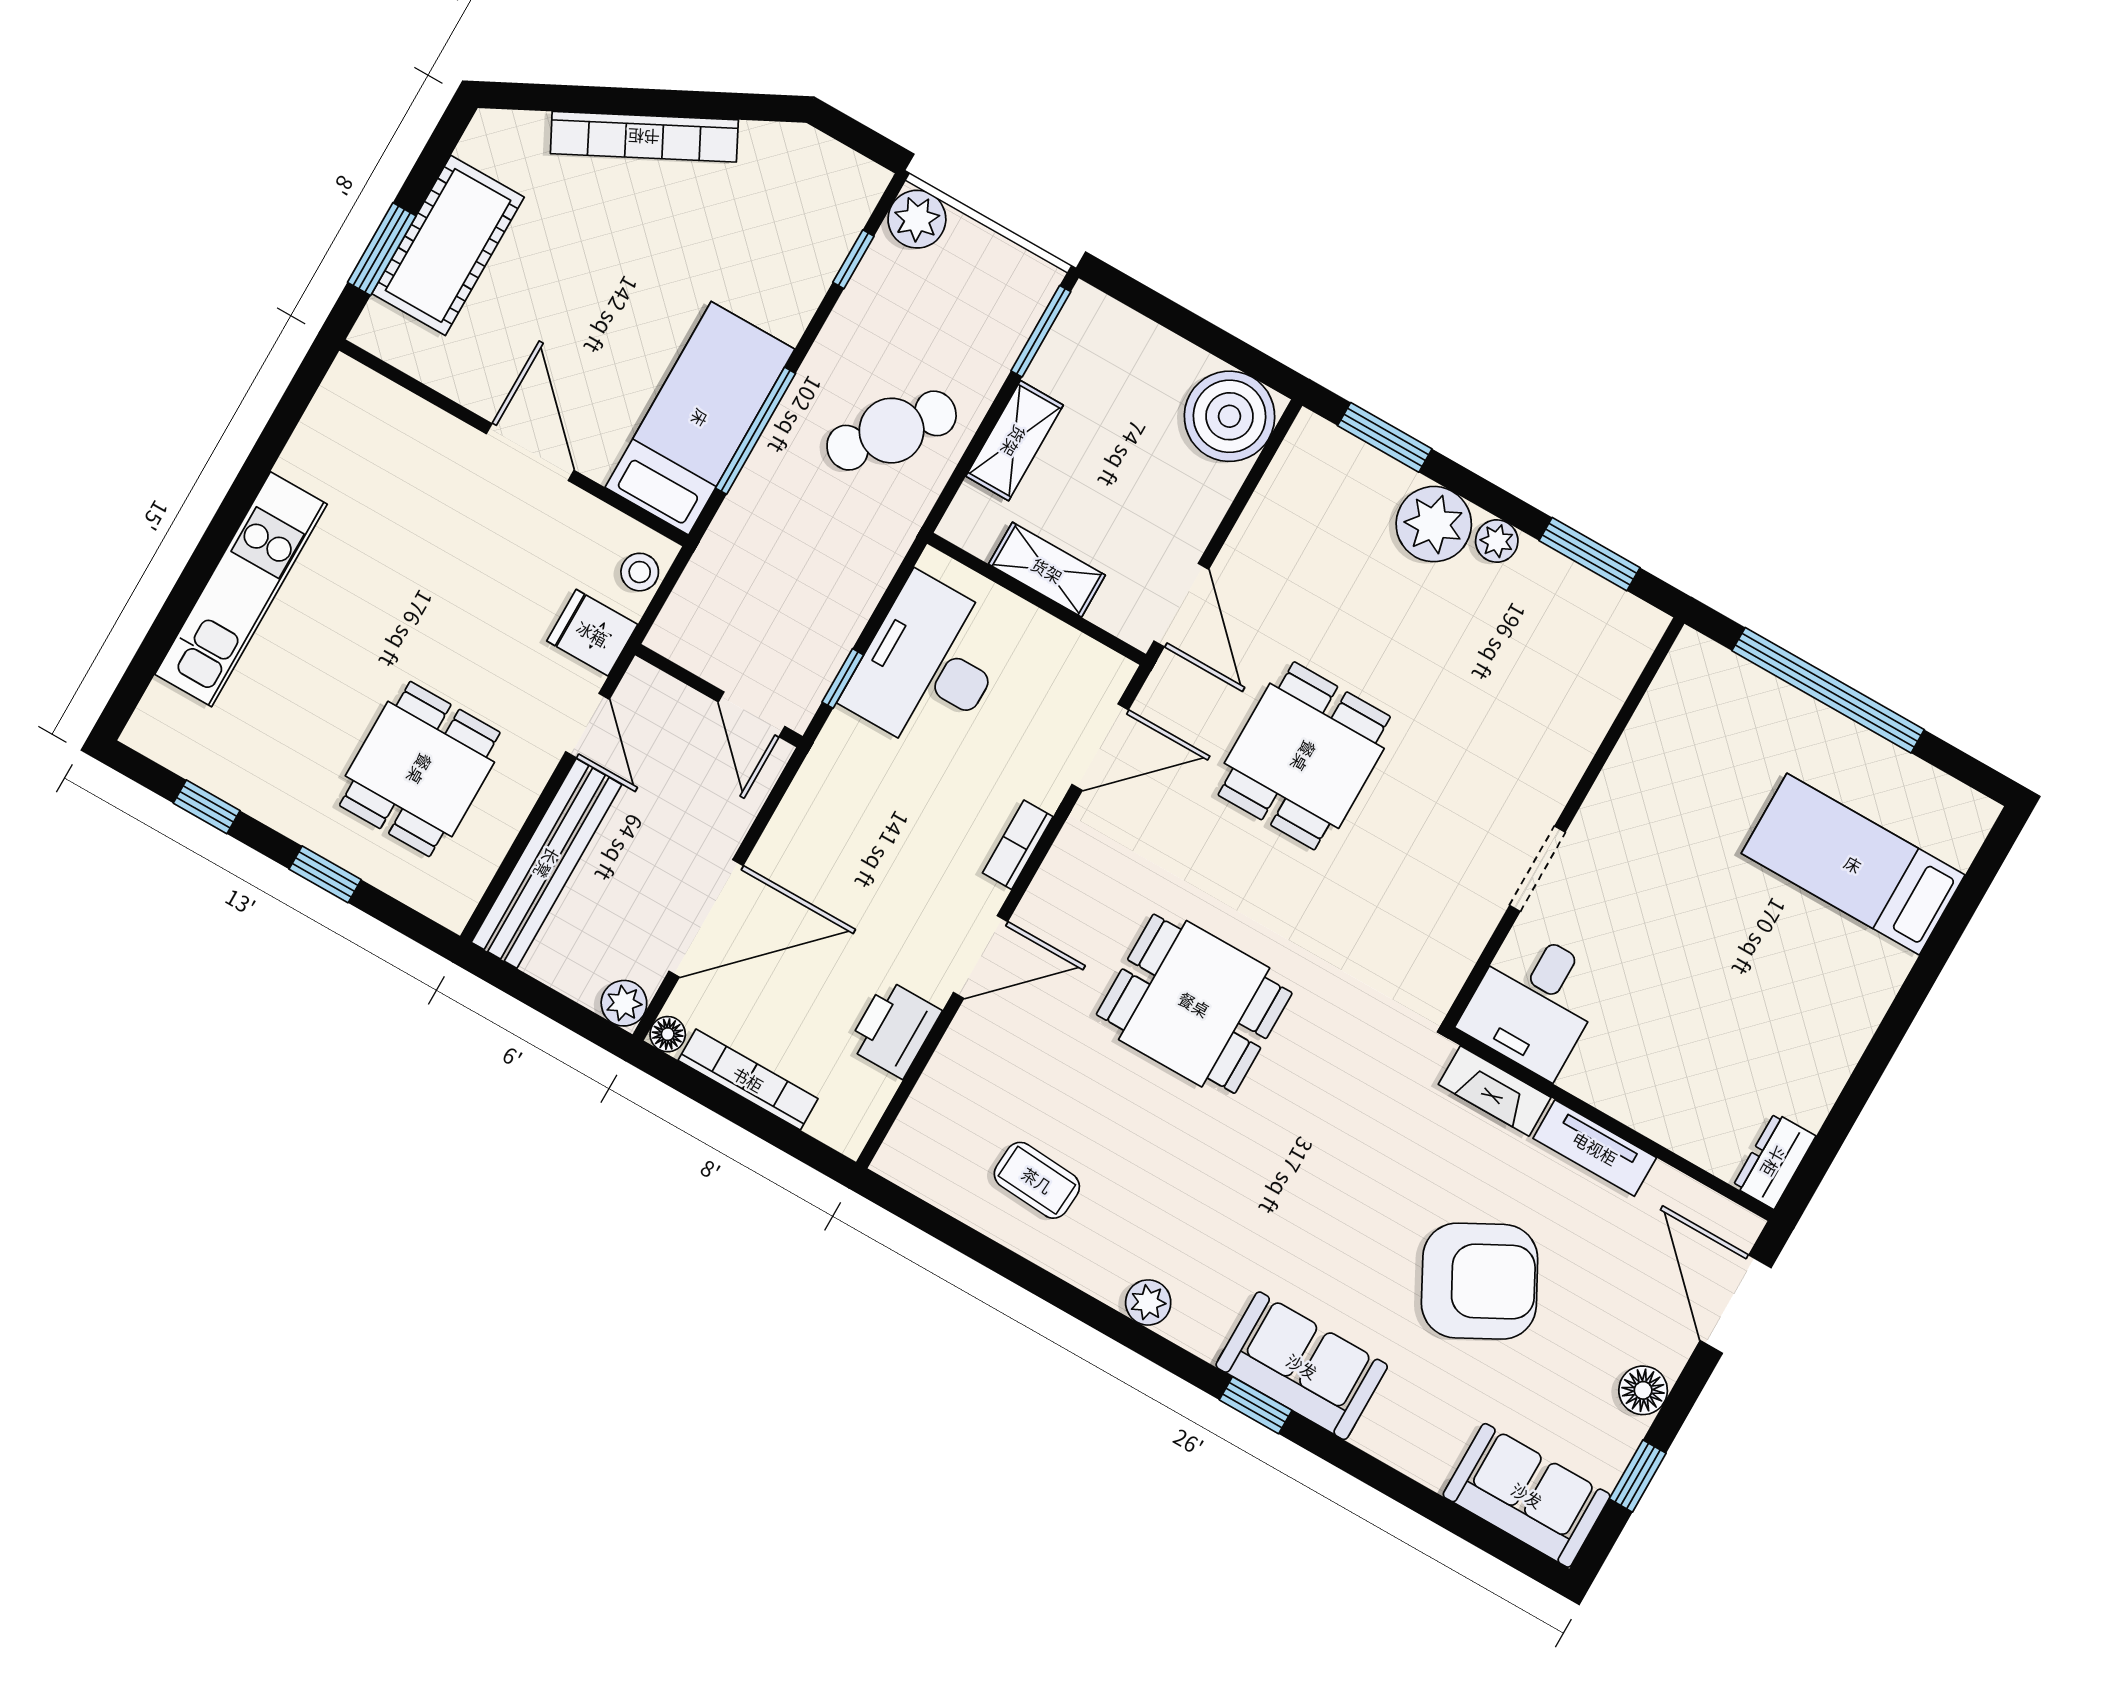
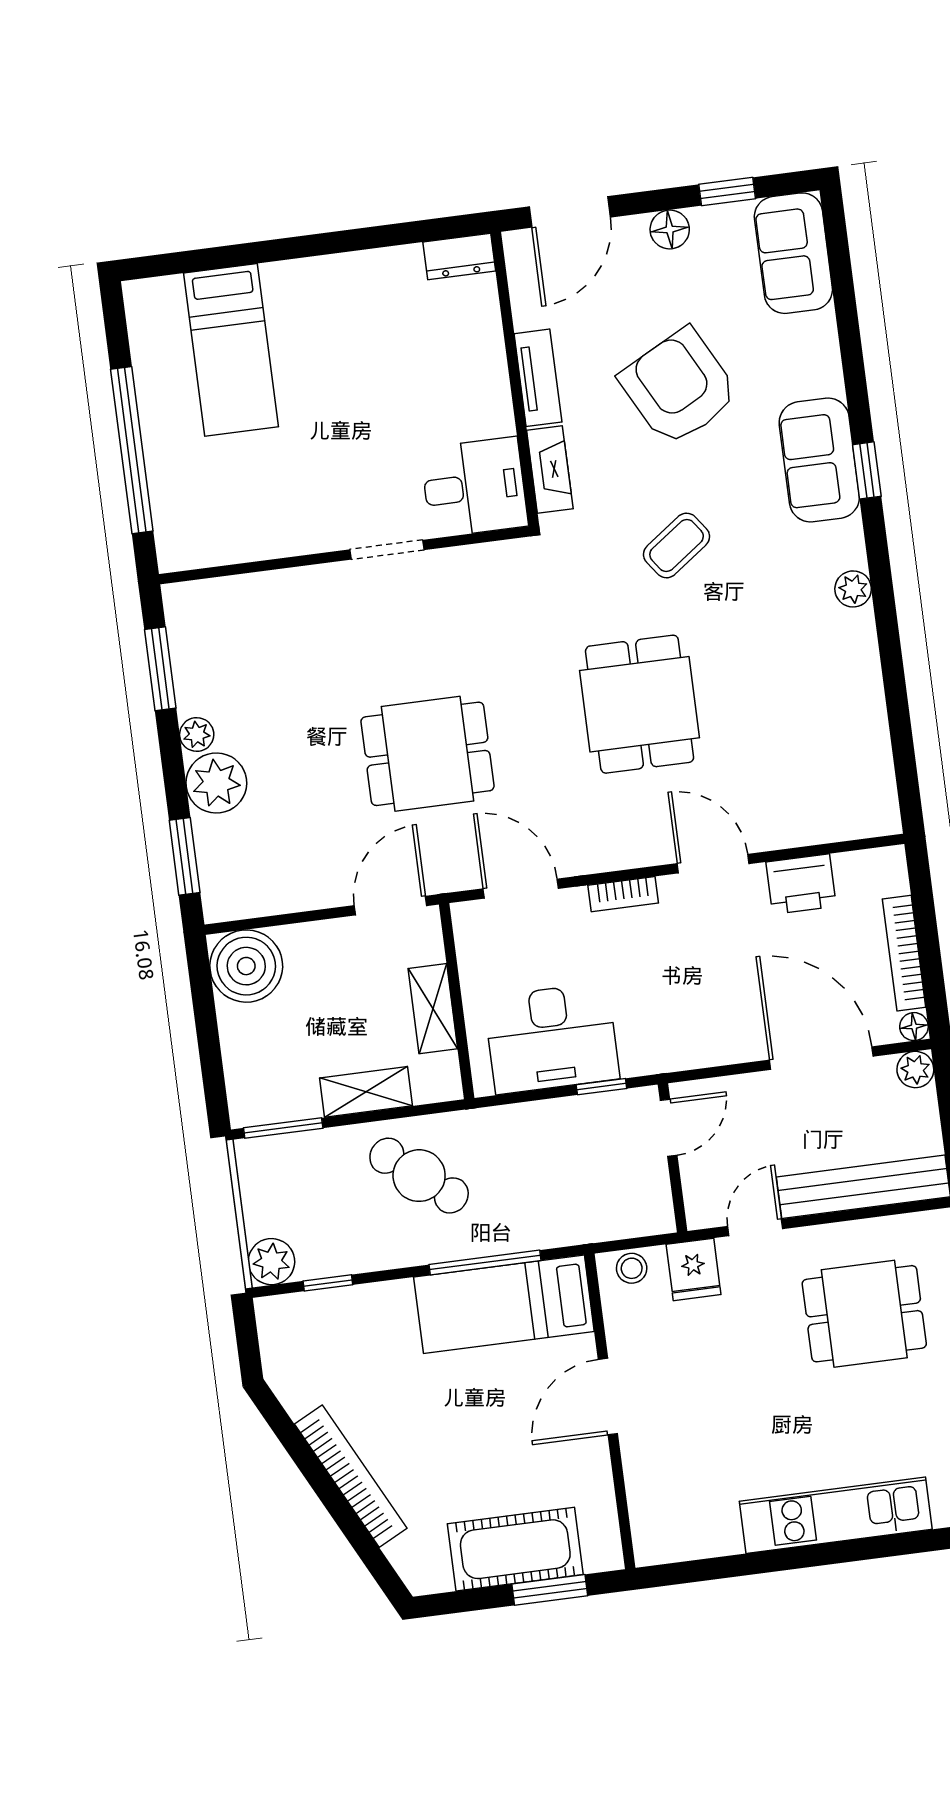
coffee table: (1037, 1180) -> (677, 546), moved, turned 50

